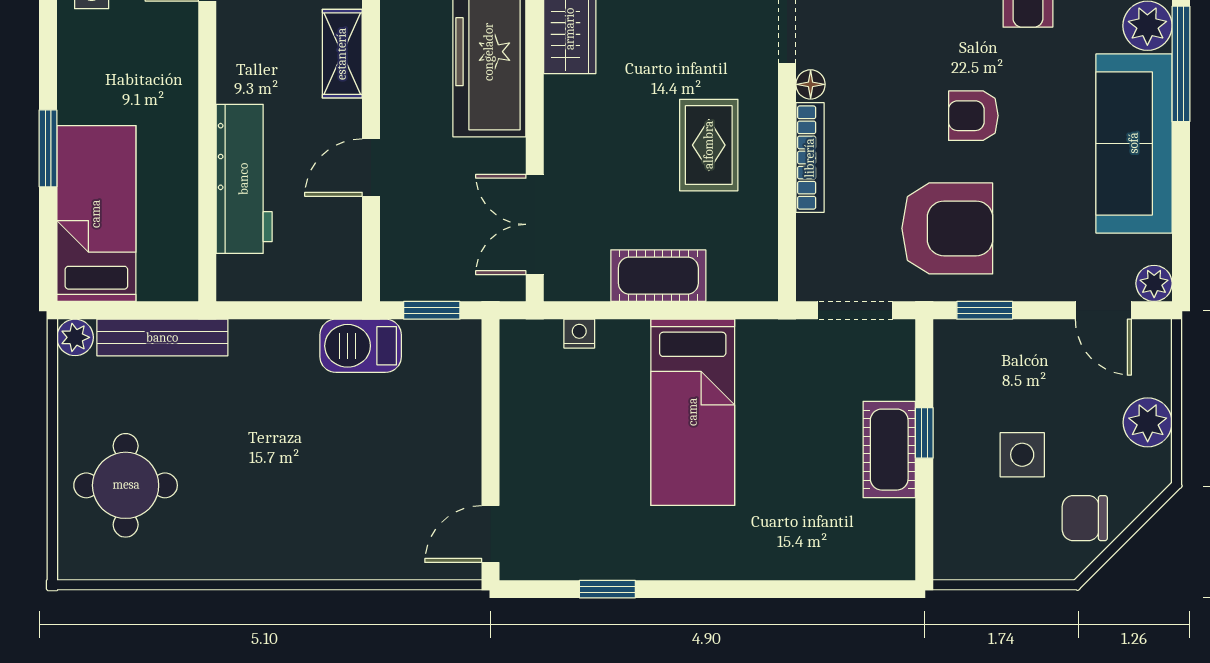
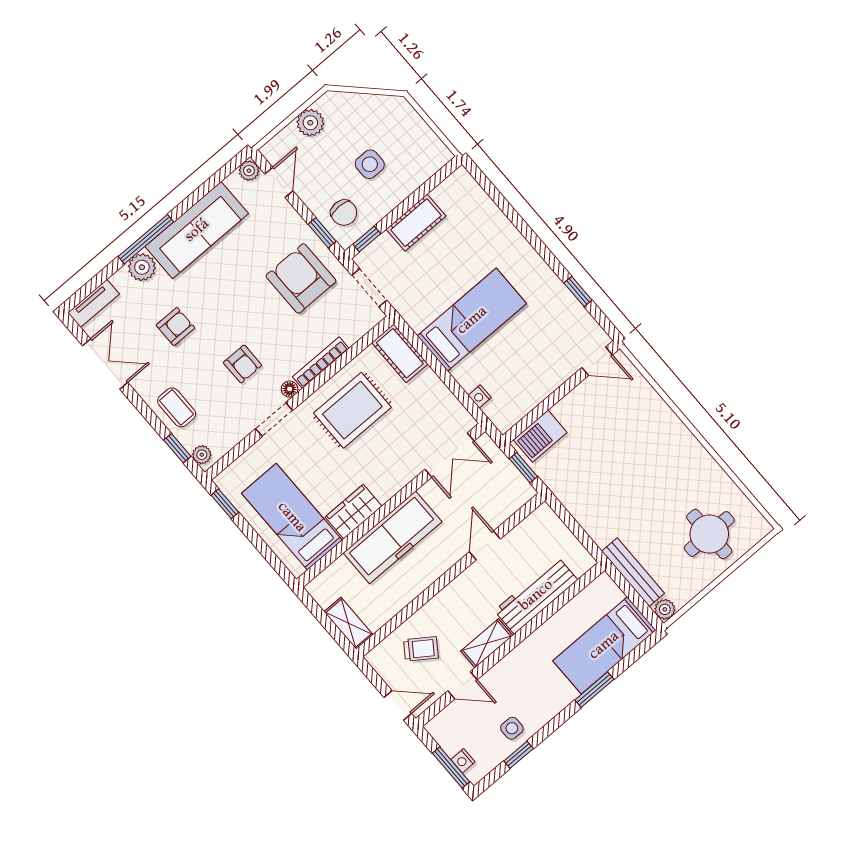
shelving: (342, 54) -> (487, 643), moved
armchair: (973, 116) -> (243, 364), moved
rug: (709, 145) -> (352, 410), width x1.36, depth x1.43
door: (371, 168) -> (485, 545), swing flipped
cot: (658, 276) -> (400, 353), moved
barbecue: (361, 346) -> (540, 436), moved, turned 90
window: (924, 433) -> (367, 239), moved
chair: (1085, 518) -> (344, 213), moved

